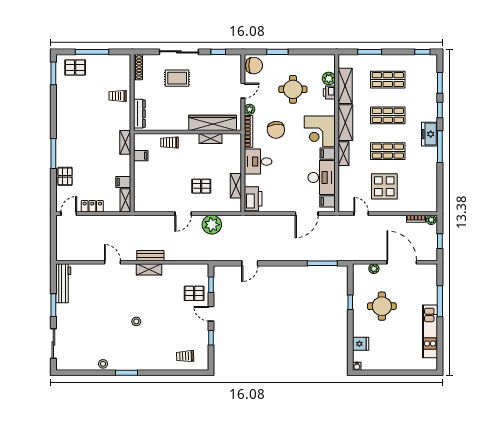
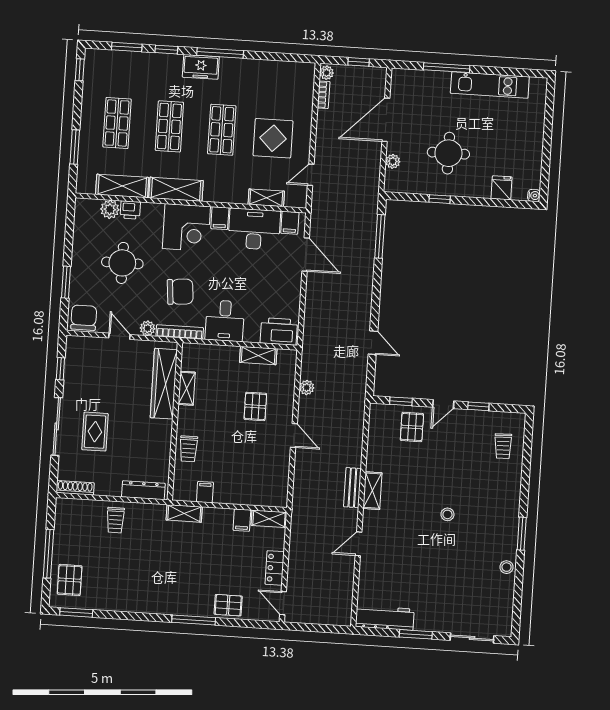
shelving: (344, 154) -> (266, 198), moved
plant: (212, 225) -> (307, 388), width x0.53, depth x0.53

